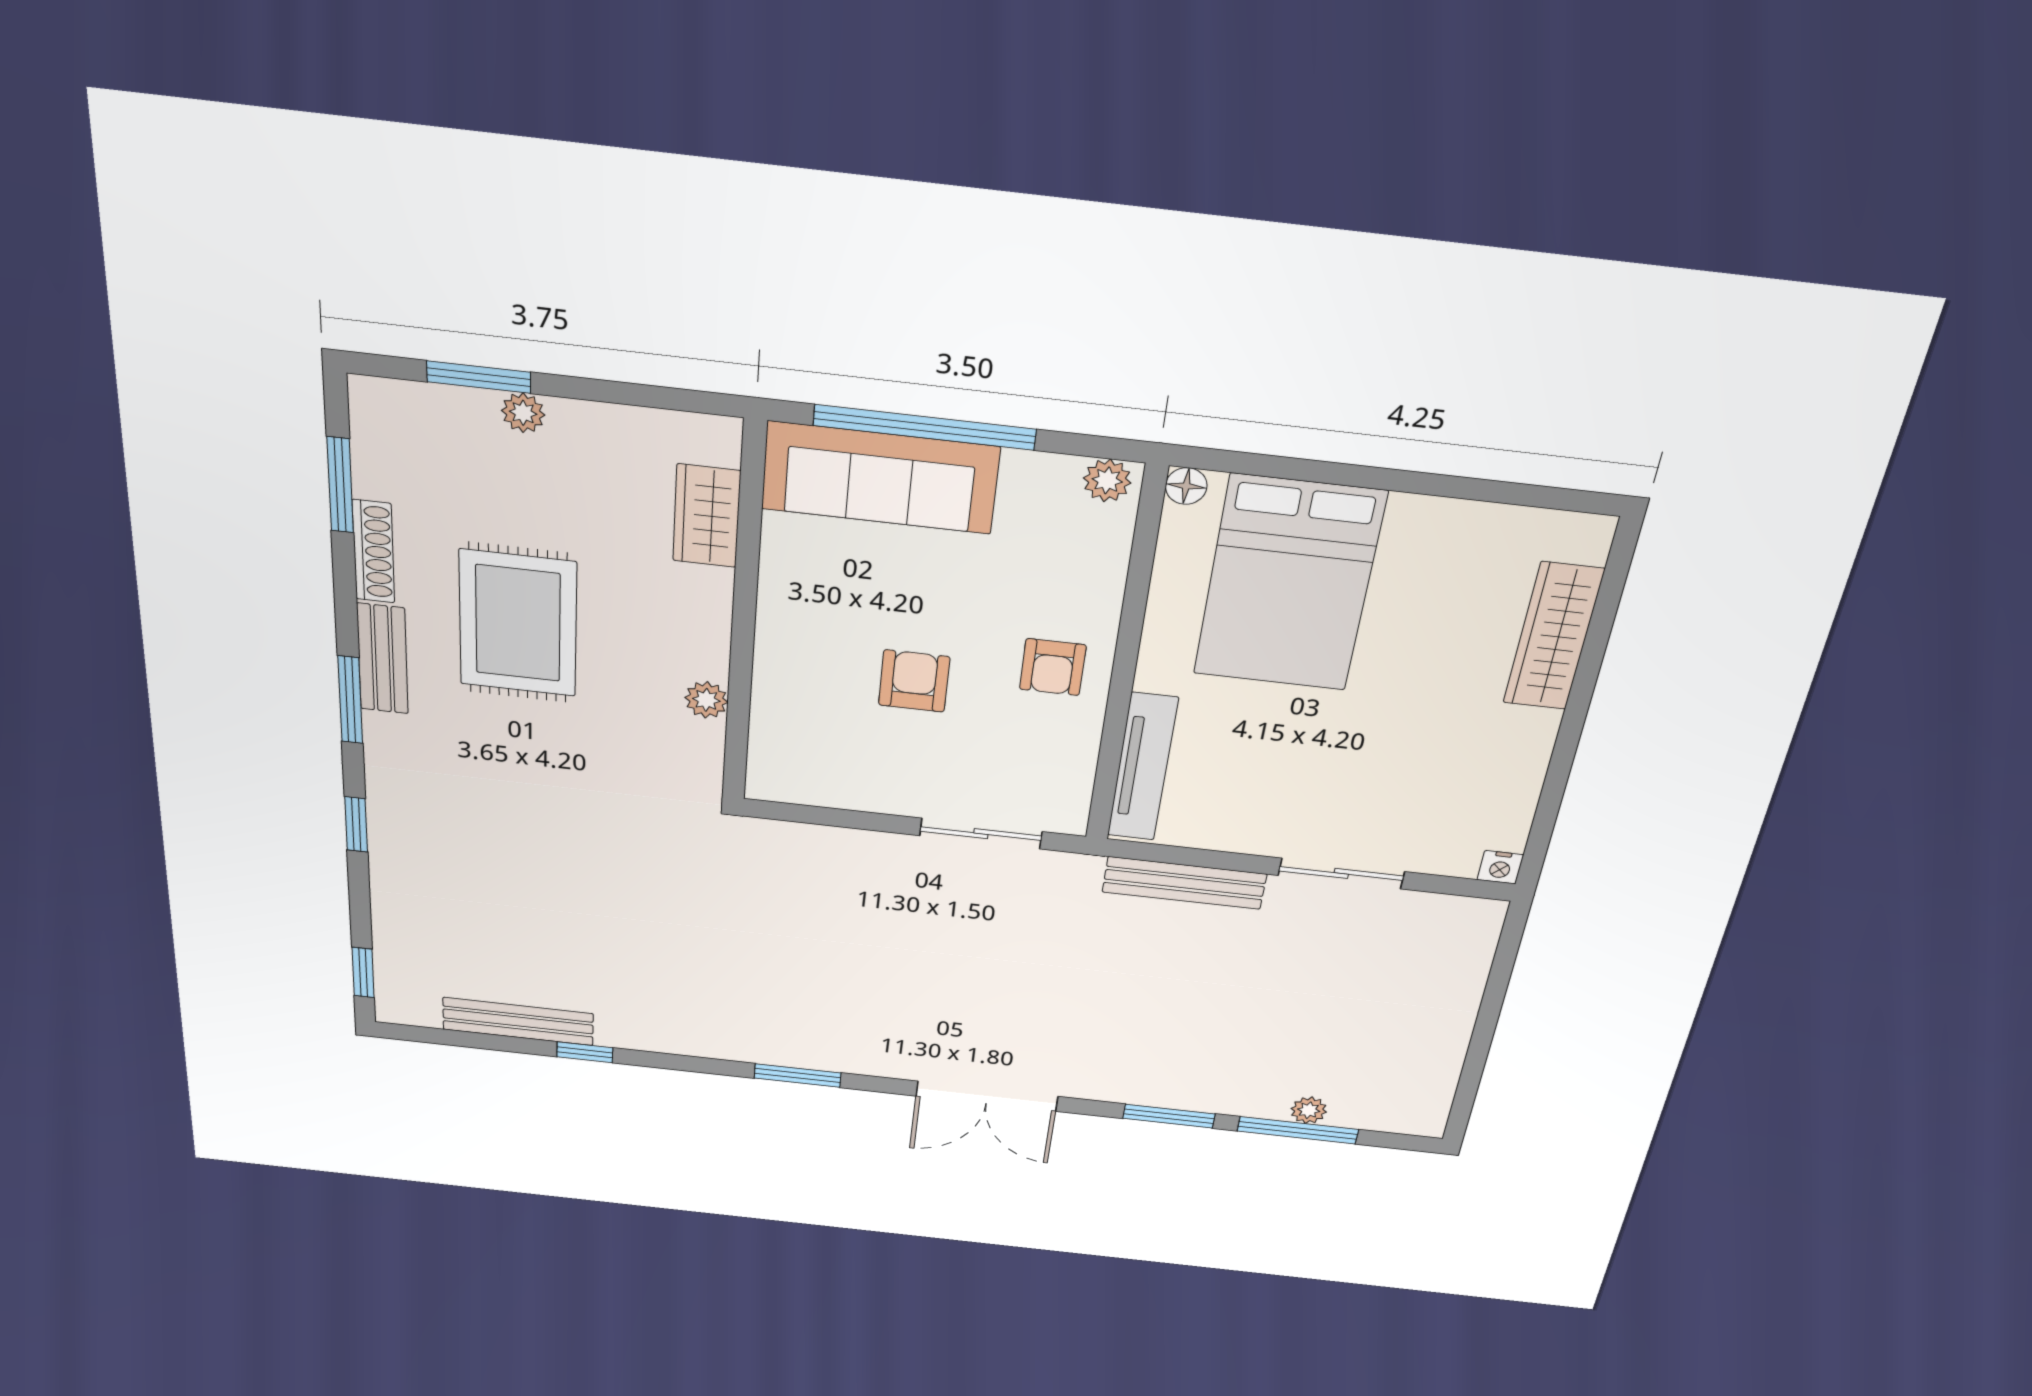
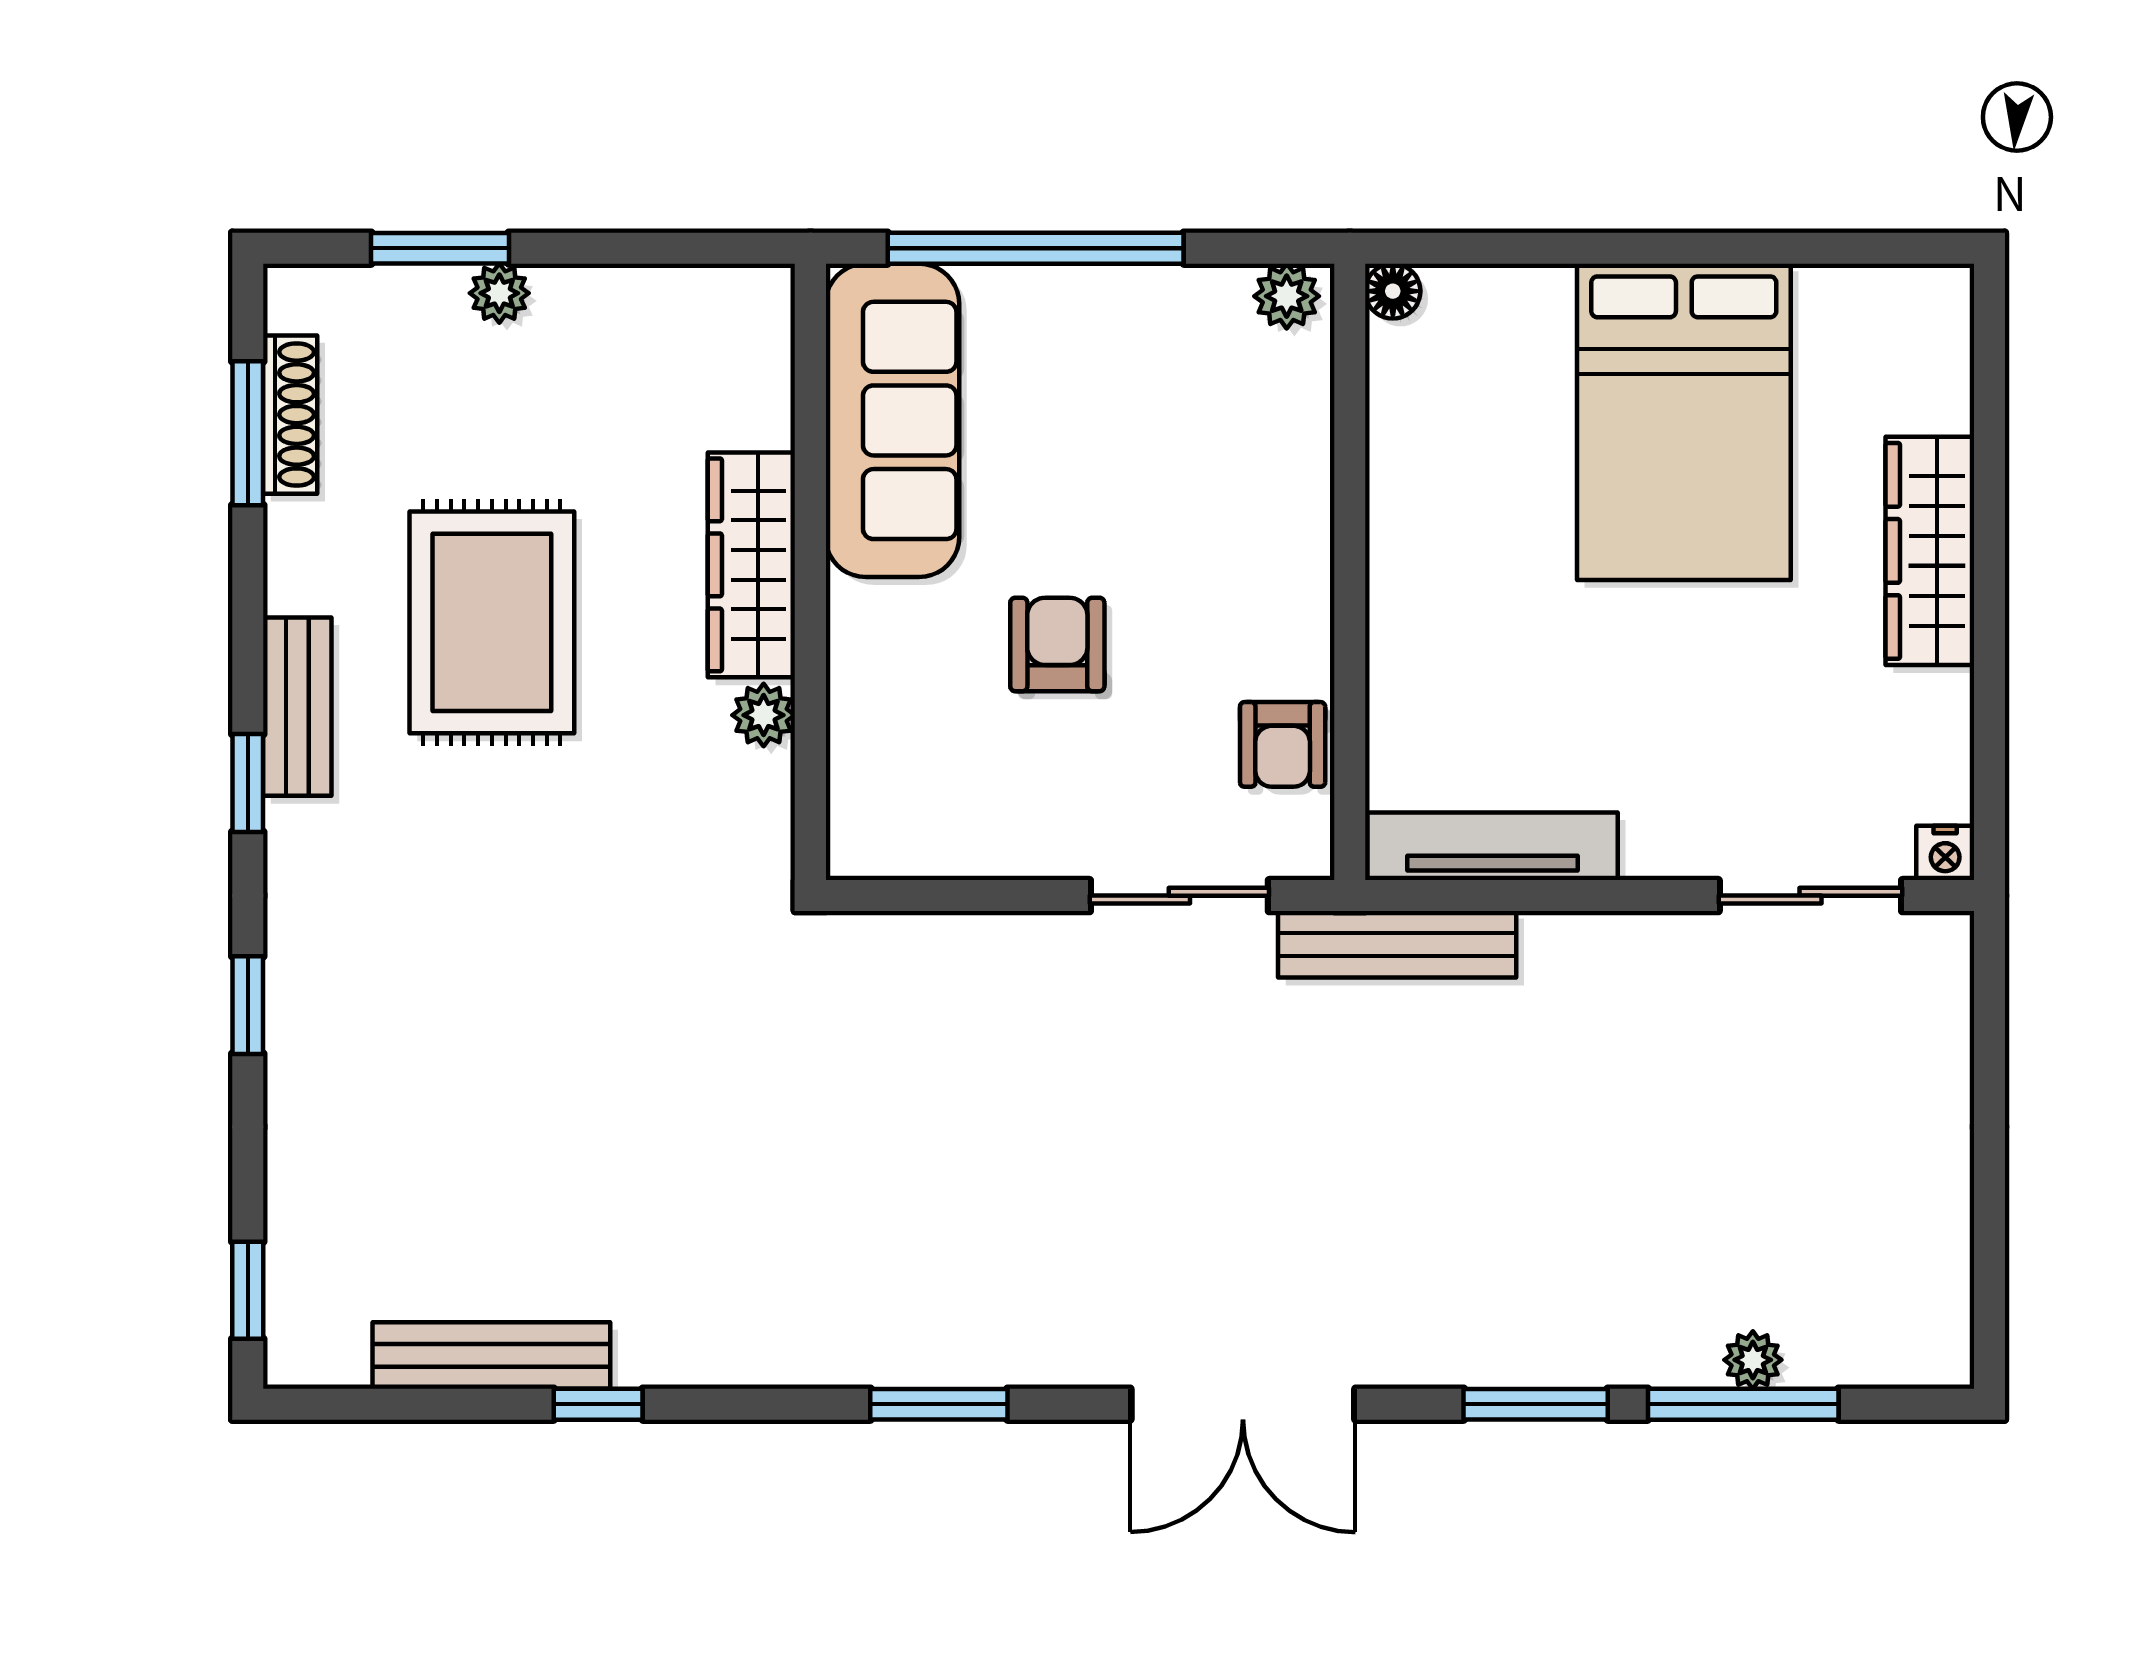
sofa: (880, 478) -> (892, 420), moved, turned -90
wardrobe: (707, 516) -> (751, 565), moved, width x1.50
shoe rack: (373, 552) -> (290, 415), moved
bed: (1289, 584) -> (1684, 422), moved
wardrobe: (1553, 636) -> (1930, 551), moved
armchair: (1053, 667) -> (1283, 744), moved
window: (350, 700) -> (248, 783), width x0.67
tv unit: (1143, 767) -> (1492, 846), moved, turned -90
sliding door: (1341, 873) -> (1810, 896), moved
bench: (1184, 883) -> (1397, 944), moved

